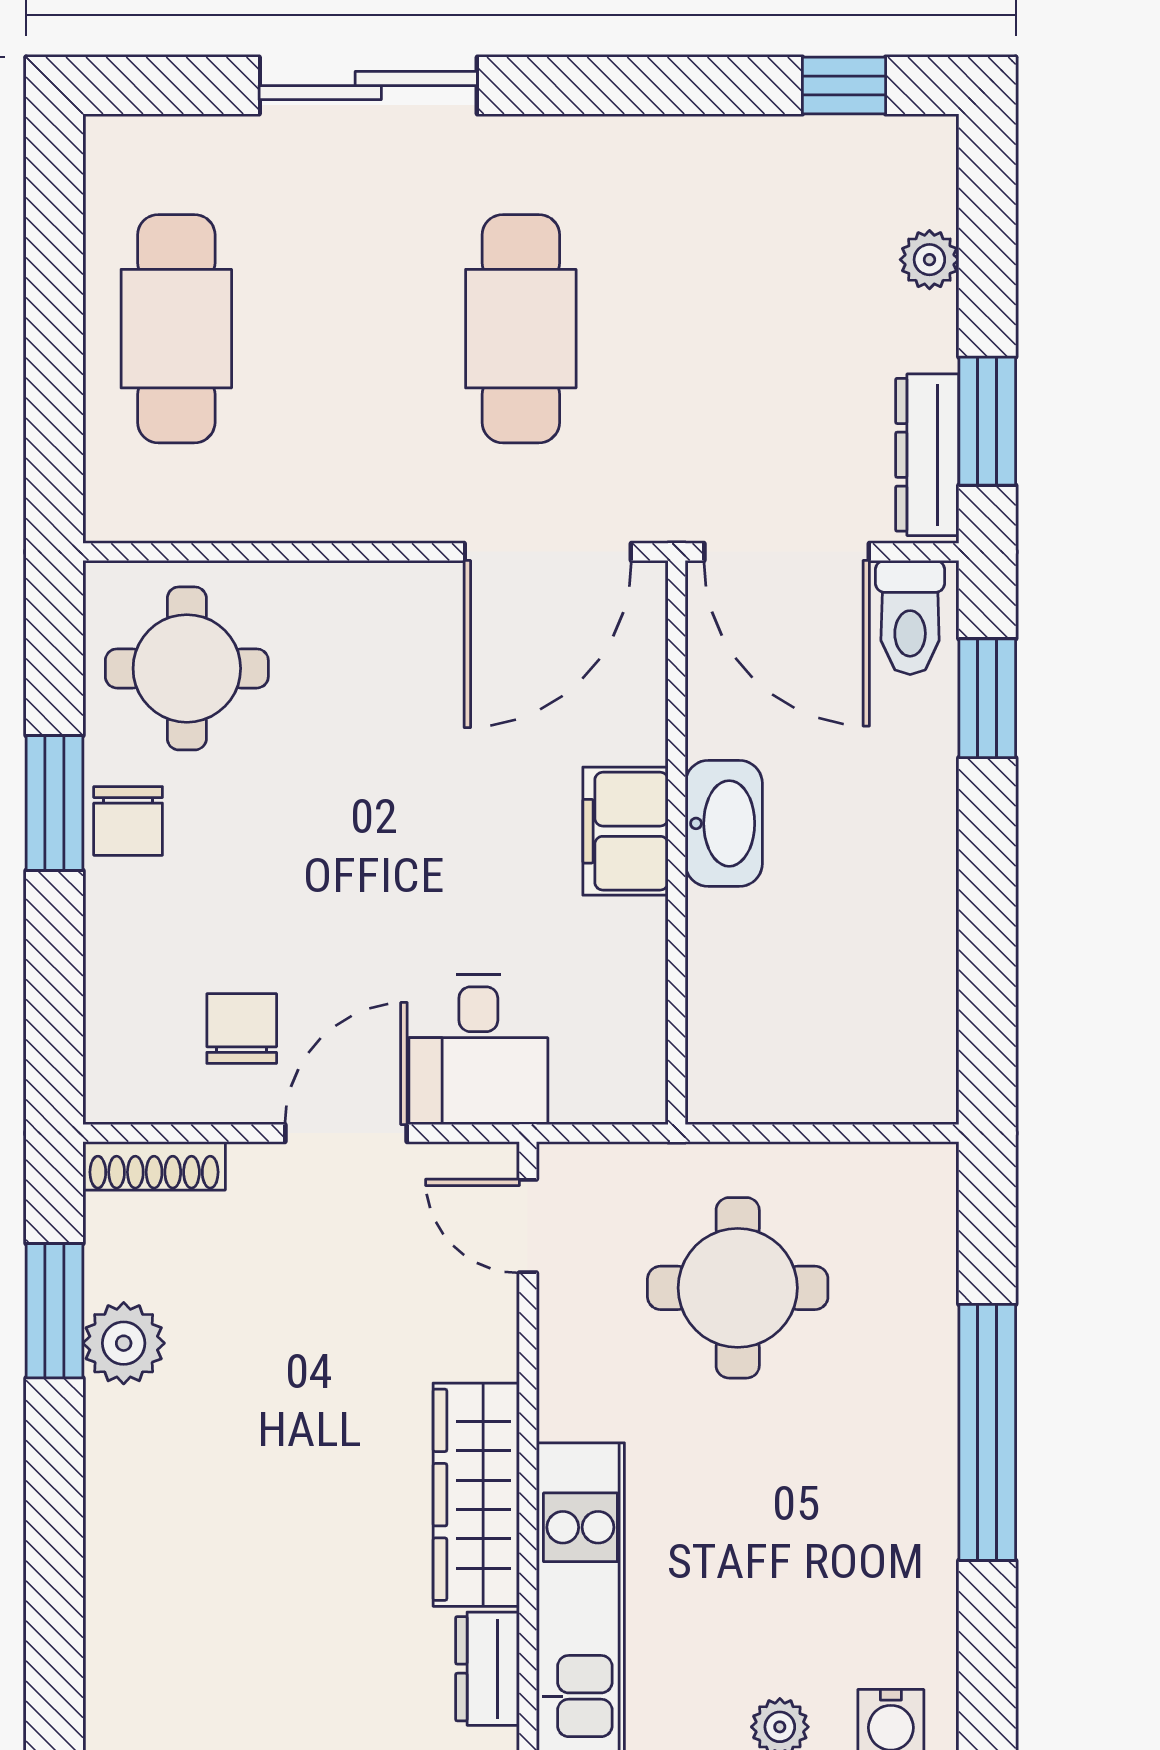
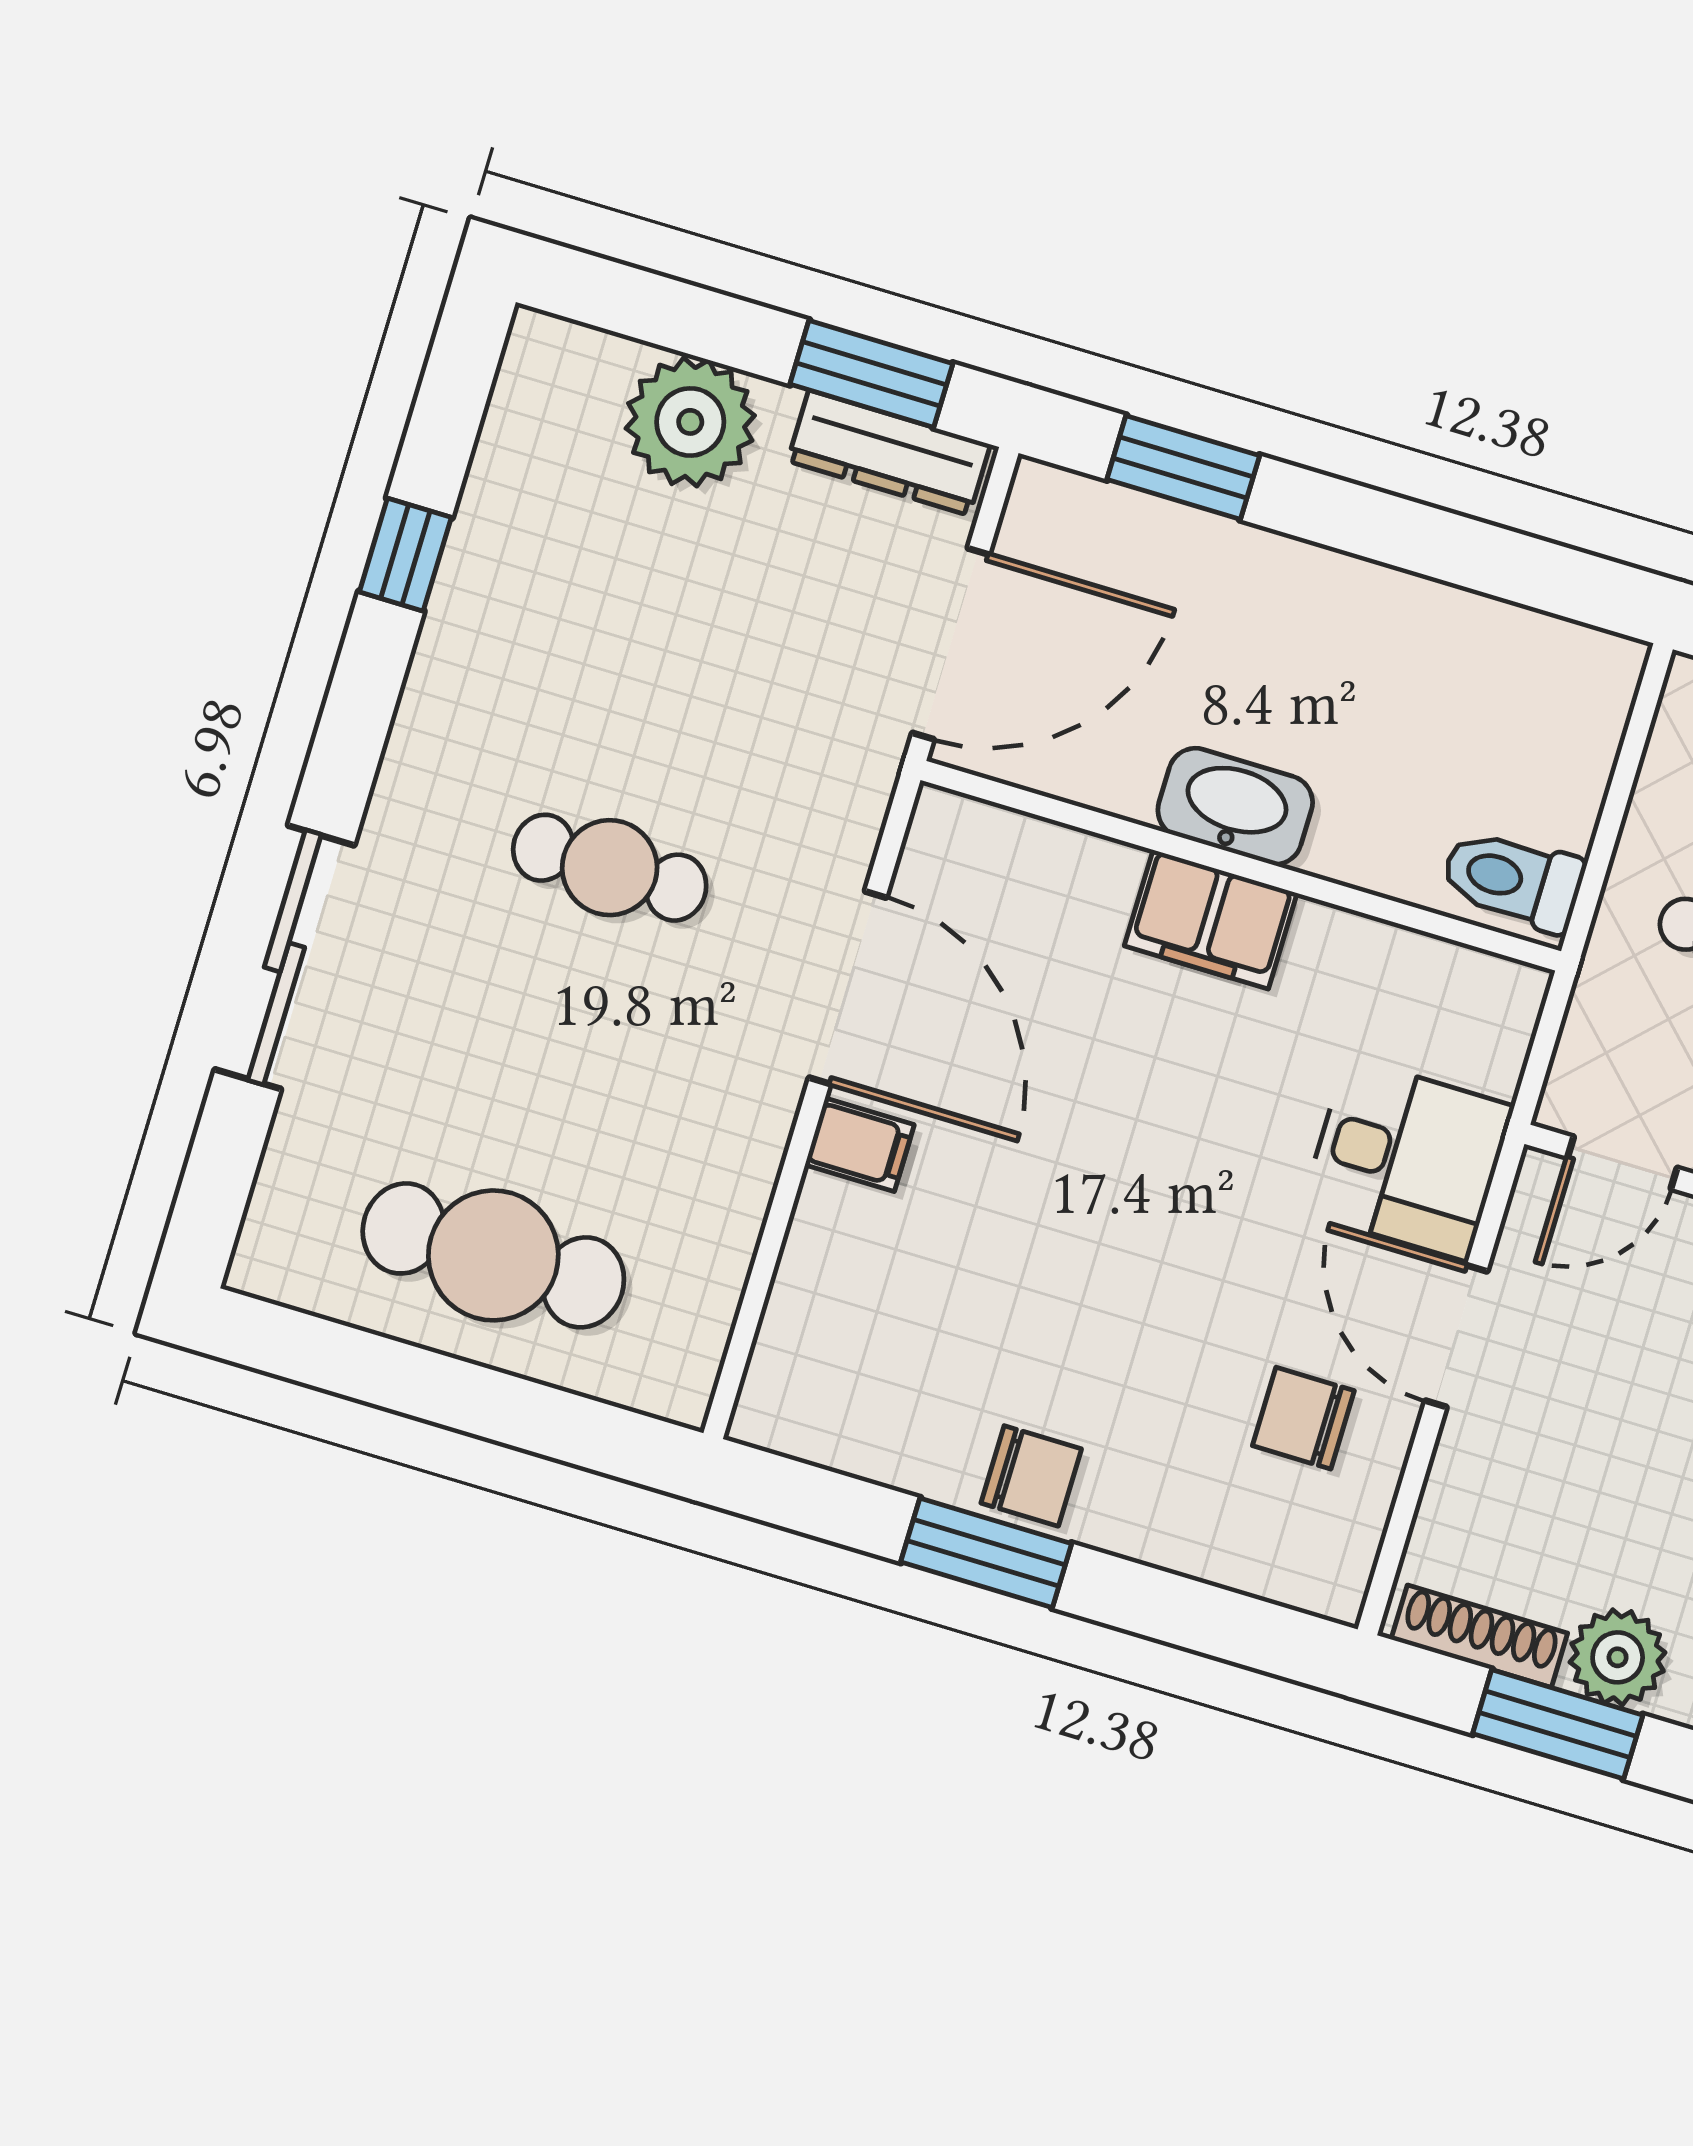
window: (844, 86) -> (405, 555), moved
plant: (929, 260) -> (690, 422), width x1.87, depth x1.87
cafe table: (521, 329) -> (610, 868), width x0.73, depth x0.74
door: (548, 552) -> (848, 988), moved
filing cabinet: (356, 600) -> (860, 1145), added
toilet: (910, 617) -> (1513, 880), moved, turned 180
round table: (187, 668) -> (879, 1358), removed
shoe rack: (154, 1166) -> (1479, 1636), moved, turned -90

